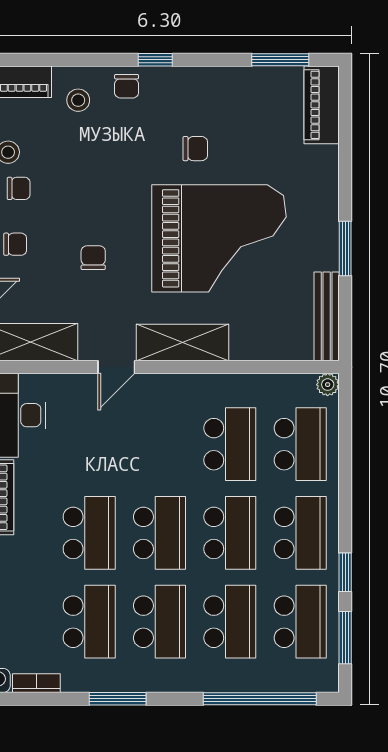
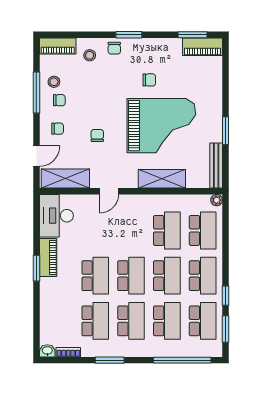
window: (155, 60) -> (129, 35), width x1.50
piano: (322, 105) -> (203, 47), moved, turned -90
shelving: (183, 343) -> (162, 179), moved

